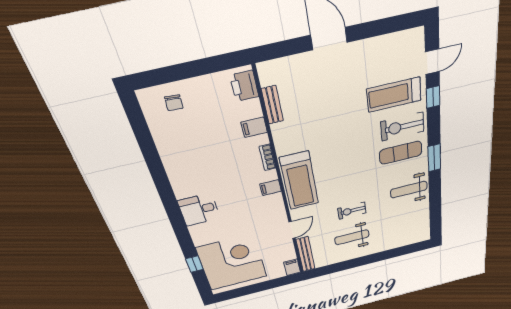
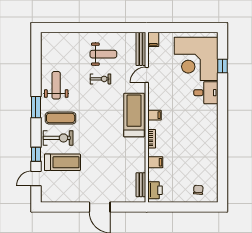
bench: (272, 105) -> (141, 185), moved
weight bench: (409, 190) -> (56, 85), turned -90
desk: (199, 210) -> (206, 93), moved

